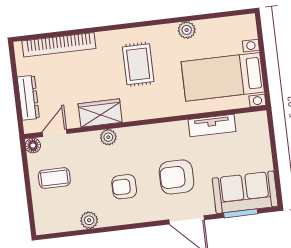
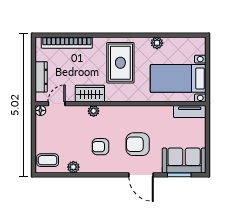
rug: (138, 64) -> (120, 63), width x1.36, depth x1.43
tv unit: (212, 126) -> (190, 111), moved
coffee table: (54, 178) -> (48, 160), moved

